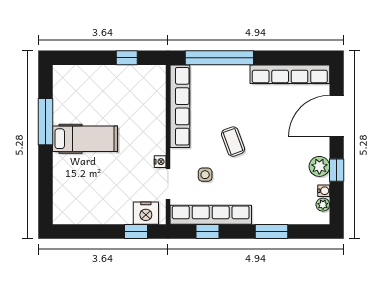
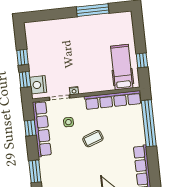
hospital bed: (85, 139) -> (122, 67), moved, turned 180
window: (103, 231) -> (23, 57), added

